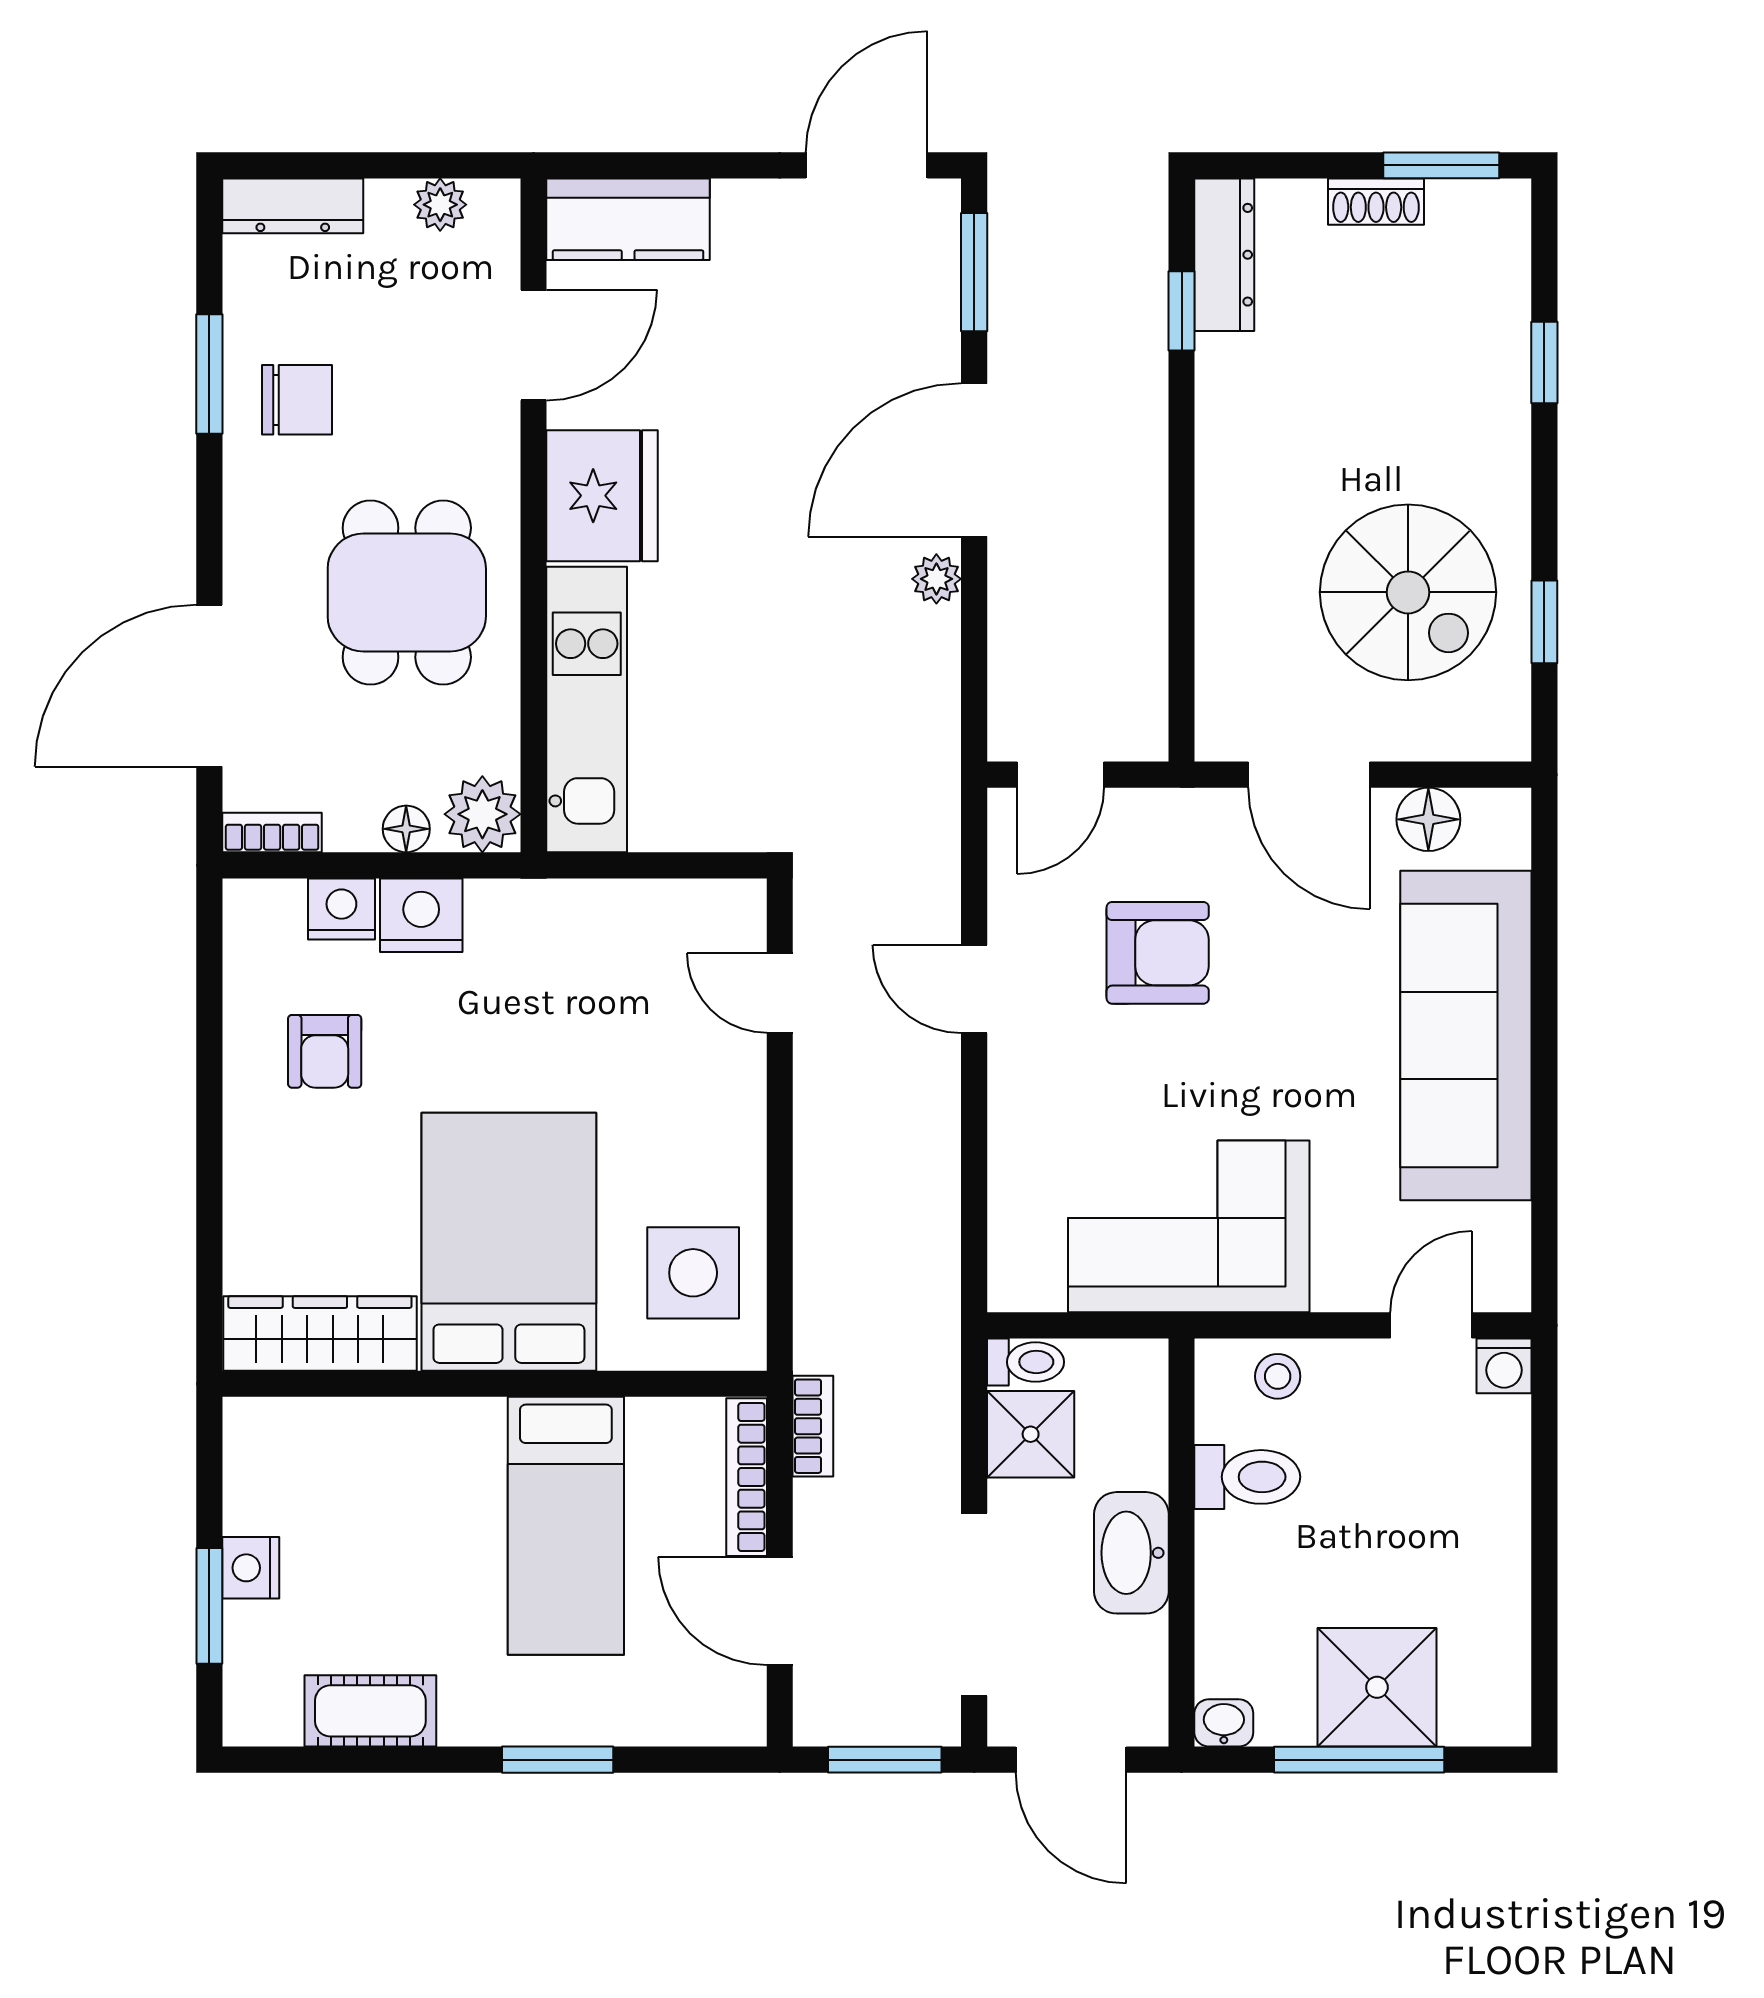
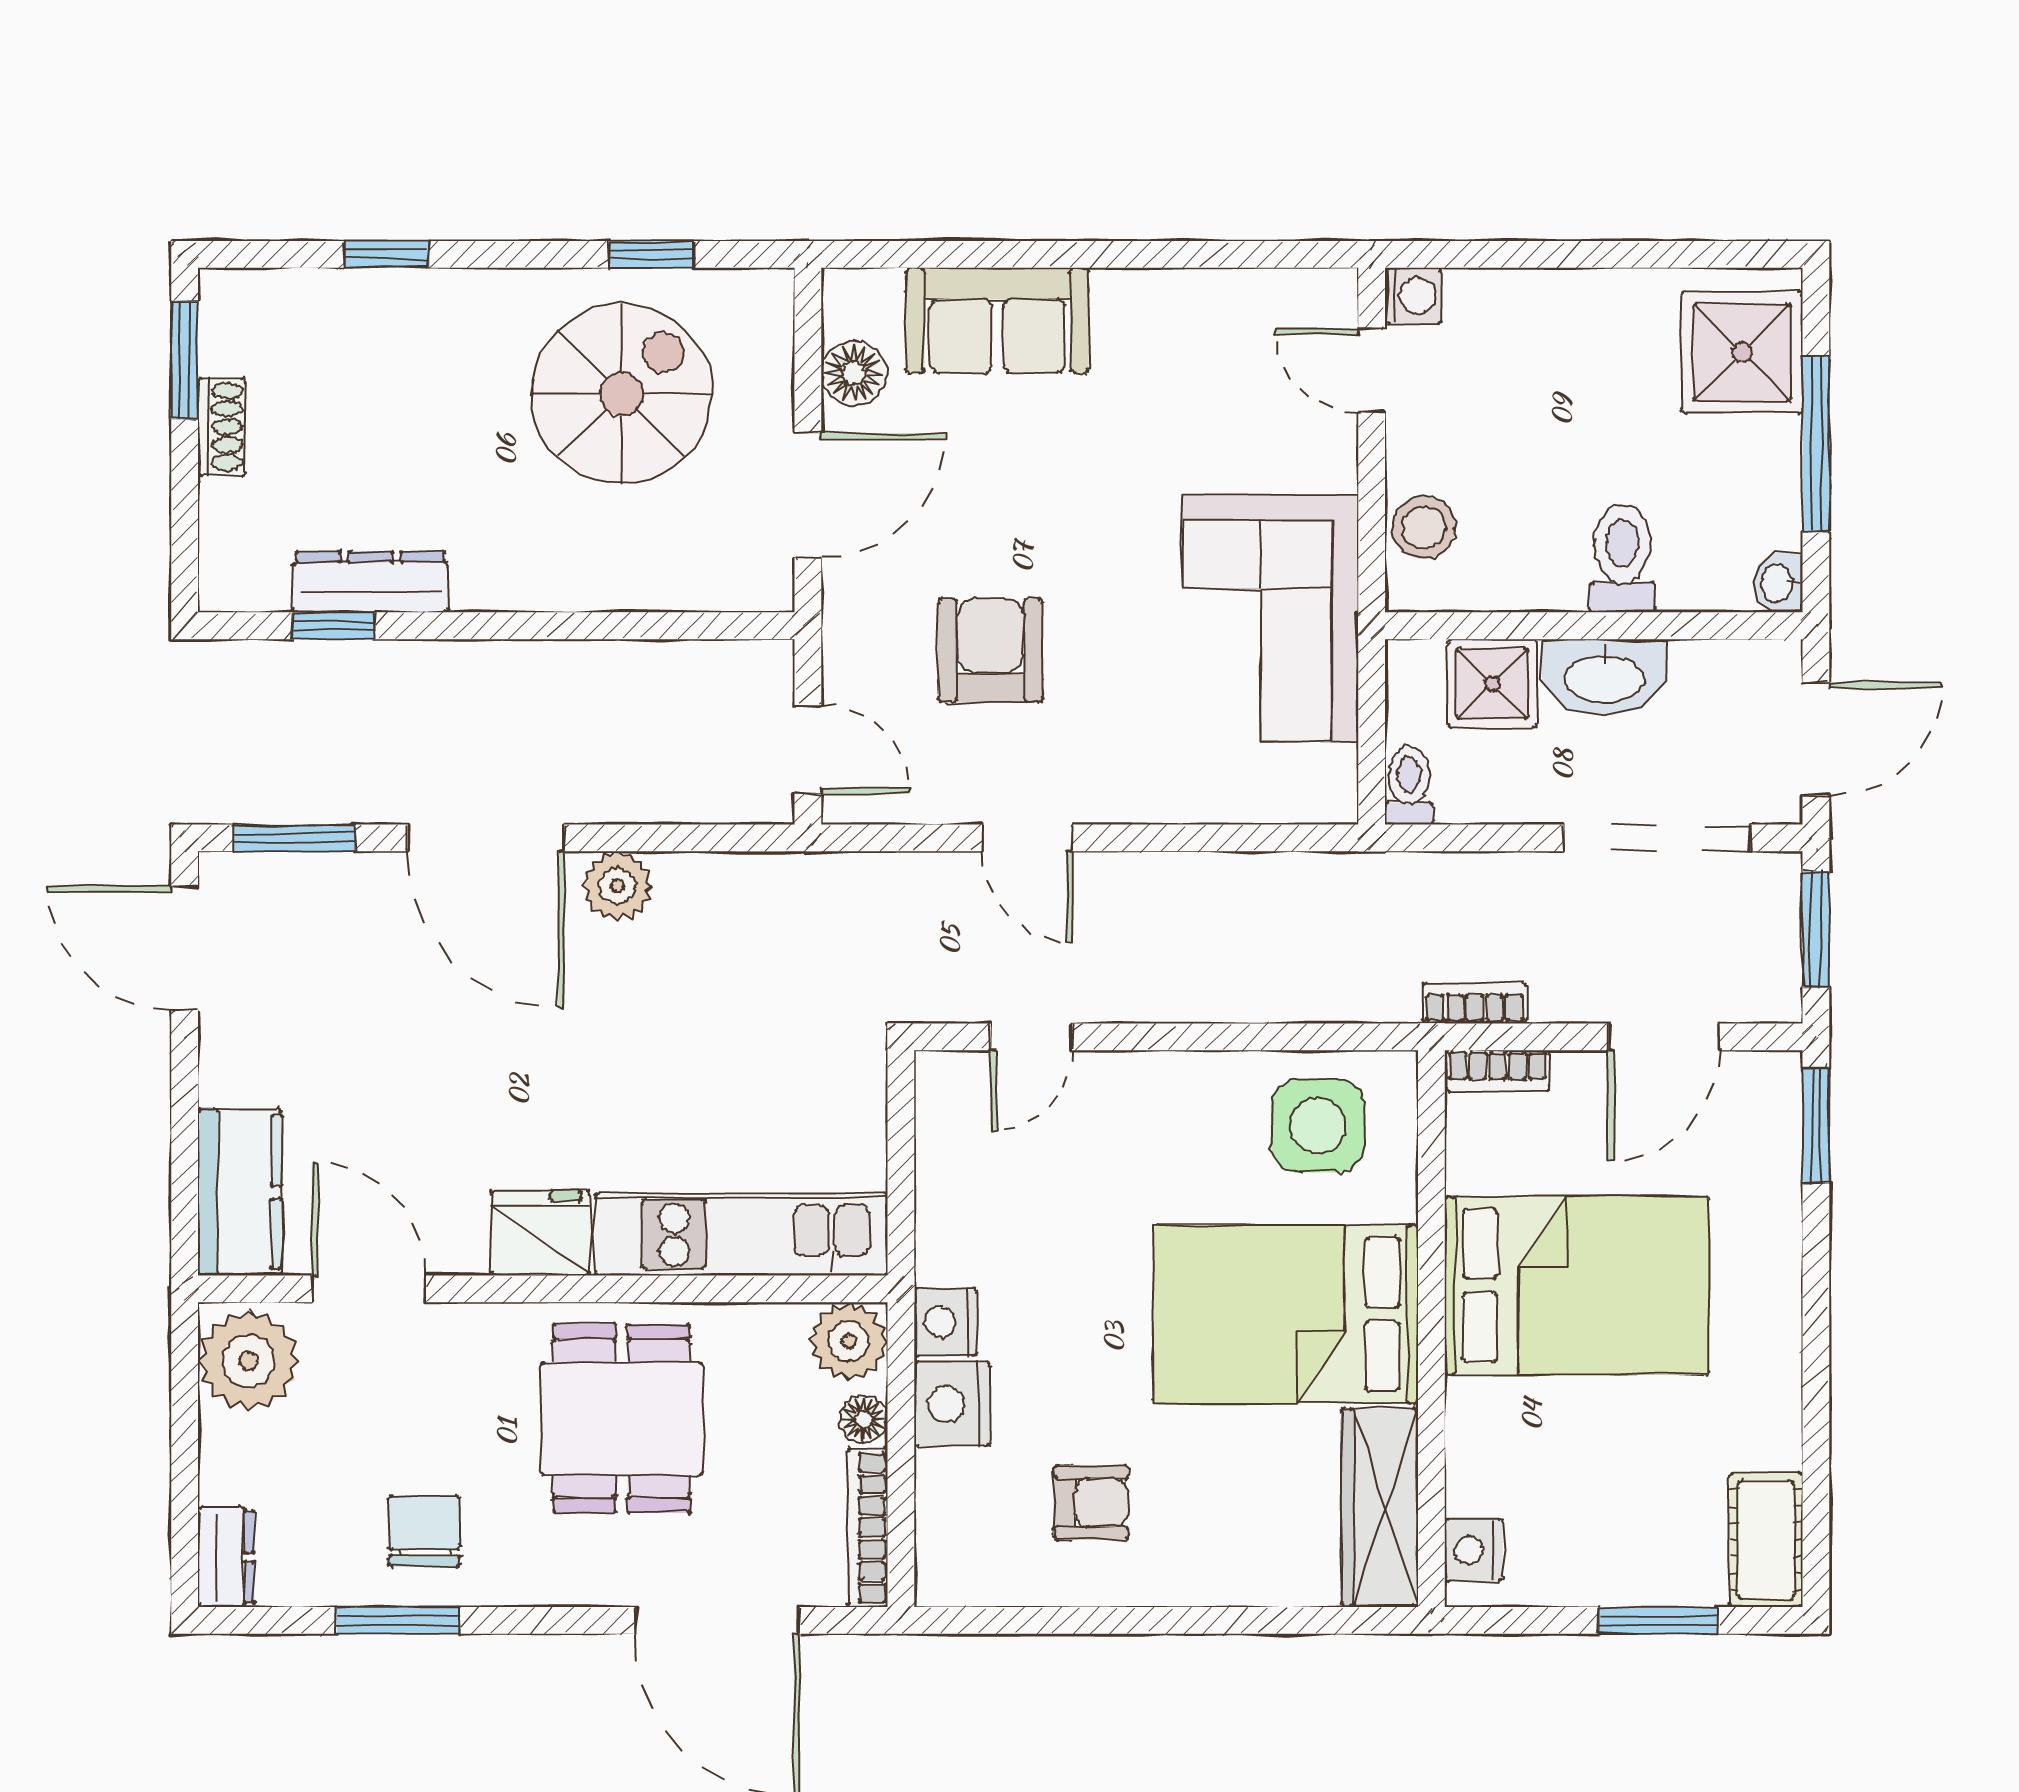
plant: (440, 205) -> (248, 1361), width x1.88, depth x1.88
dresser: (293, 206) -> (226, 1557), width x0.70
dresser: (1224, 255) -> (371, 582), moved
fridge: (602, 496) -> (540, 1233), width x0.73, depth x0.75
plant: (936, 579) -> (617, 886), width x1.38, depth x1.38
dining table: (407, 592) -> (622, 1418), turned 90
bookcase: (272, 832) -> (867, 1528), width x1.56
nightstand: (341, 909) -> (945, 1322), moved
door: (974, 989) -> (1027, 838), hinge flipped
sofa: (1466, 1035) -> (997, 320), width x0.54, depth x0.79
stool: (1278, 1376) -> (1424, 527), width x1.37, depth x1.37
shower: (1031, 1434) -> (1492, 683), moved
bookcase: (747, 1477) -> (1498, 1071), width x0.64
toilet: (1247, 1477) -> (1622, 558), moved
bed: (566, 1526) -> (1577, 1285), width x1.50
nightstand: (251, 1568) -> (1474, 1550), moved, turned 90
shower: (1377, 1687) -> (1742, 352), moved
cot: (370, 1711) -> (1766, 1540), moved
window: (558, 1760) -> (1816, 1126), moved

